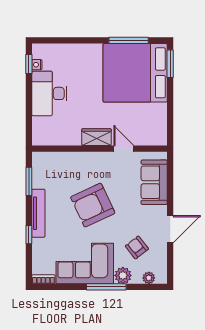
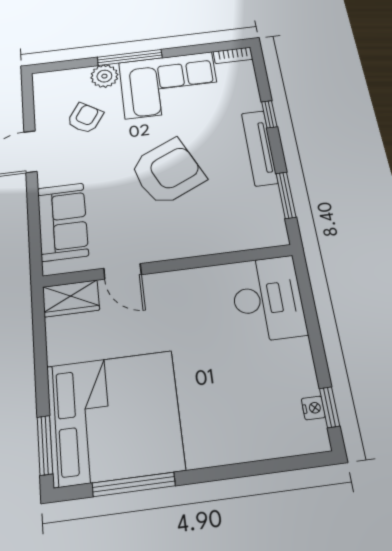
desk: (49, 93) -> (268, 298), moved
wardrobe: (96, 137) -> (71, 298), moved
armchair: (137, 247) -> (85, 118), turned -109
plant: (149, 278) -> (62, 78), removed

